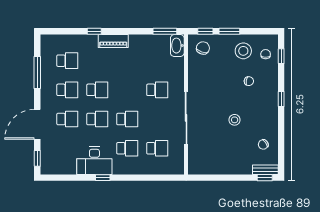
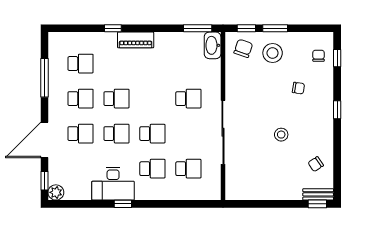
stool: (243, 51) -> (273, 53), moved
plant: (47, 168) -> (56, 192), added

